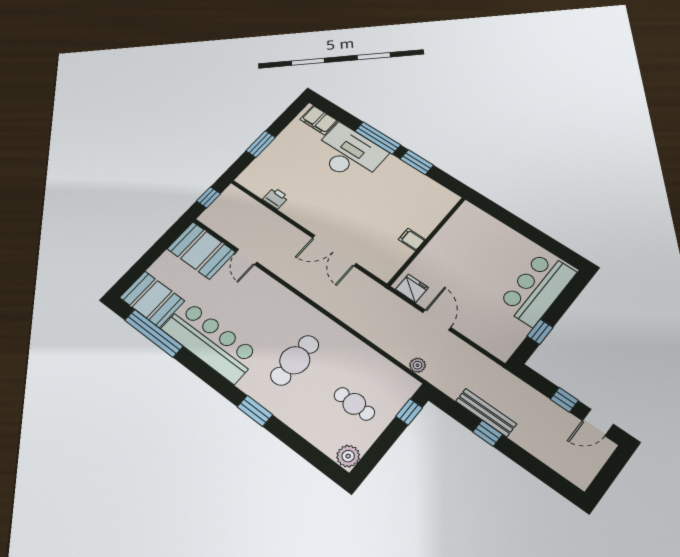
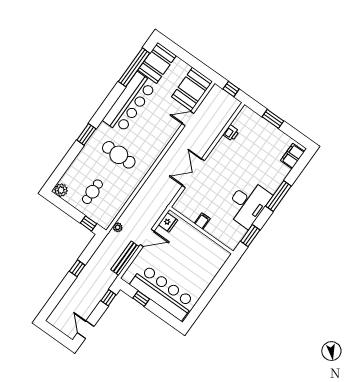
desk: (349, 153) -> (248, 203), moved
window: (417, 162) -> (250, 236), moved
bar counter: (537, 288) -> (163, 292), width x1.36
window: (564, 400) -> (108, 298), moved
bench: (486, 413) -> (125, 258), moved

